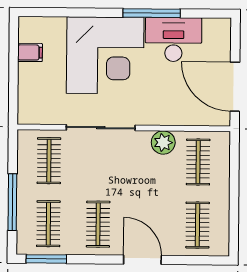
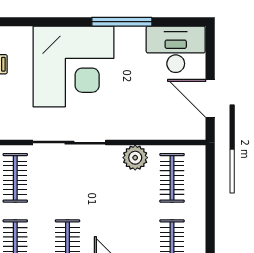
desk: (173, 39) -> (176, 49), moved
door: (235, 87) -> (210, 98), width x0.73

